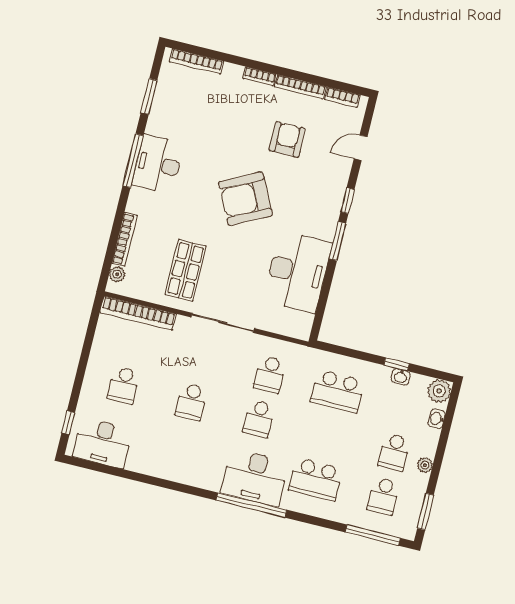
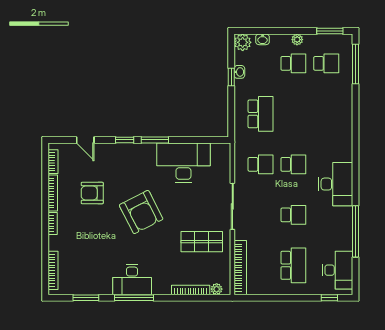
school desk: (124, 385) -> (293, 265), width x1.85
desk: (255, 478) -> (336, 184), moved
school desk: (316, 479) -> (326, 114), removed
window: (251, 505) -> (356, 231), moved

